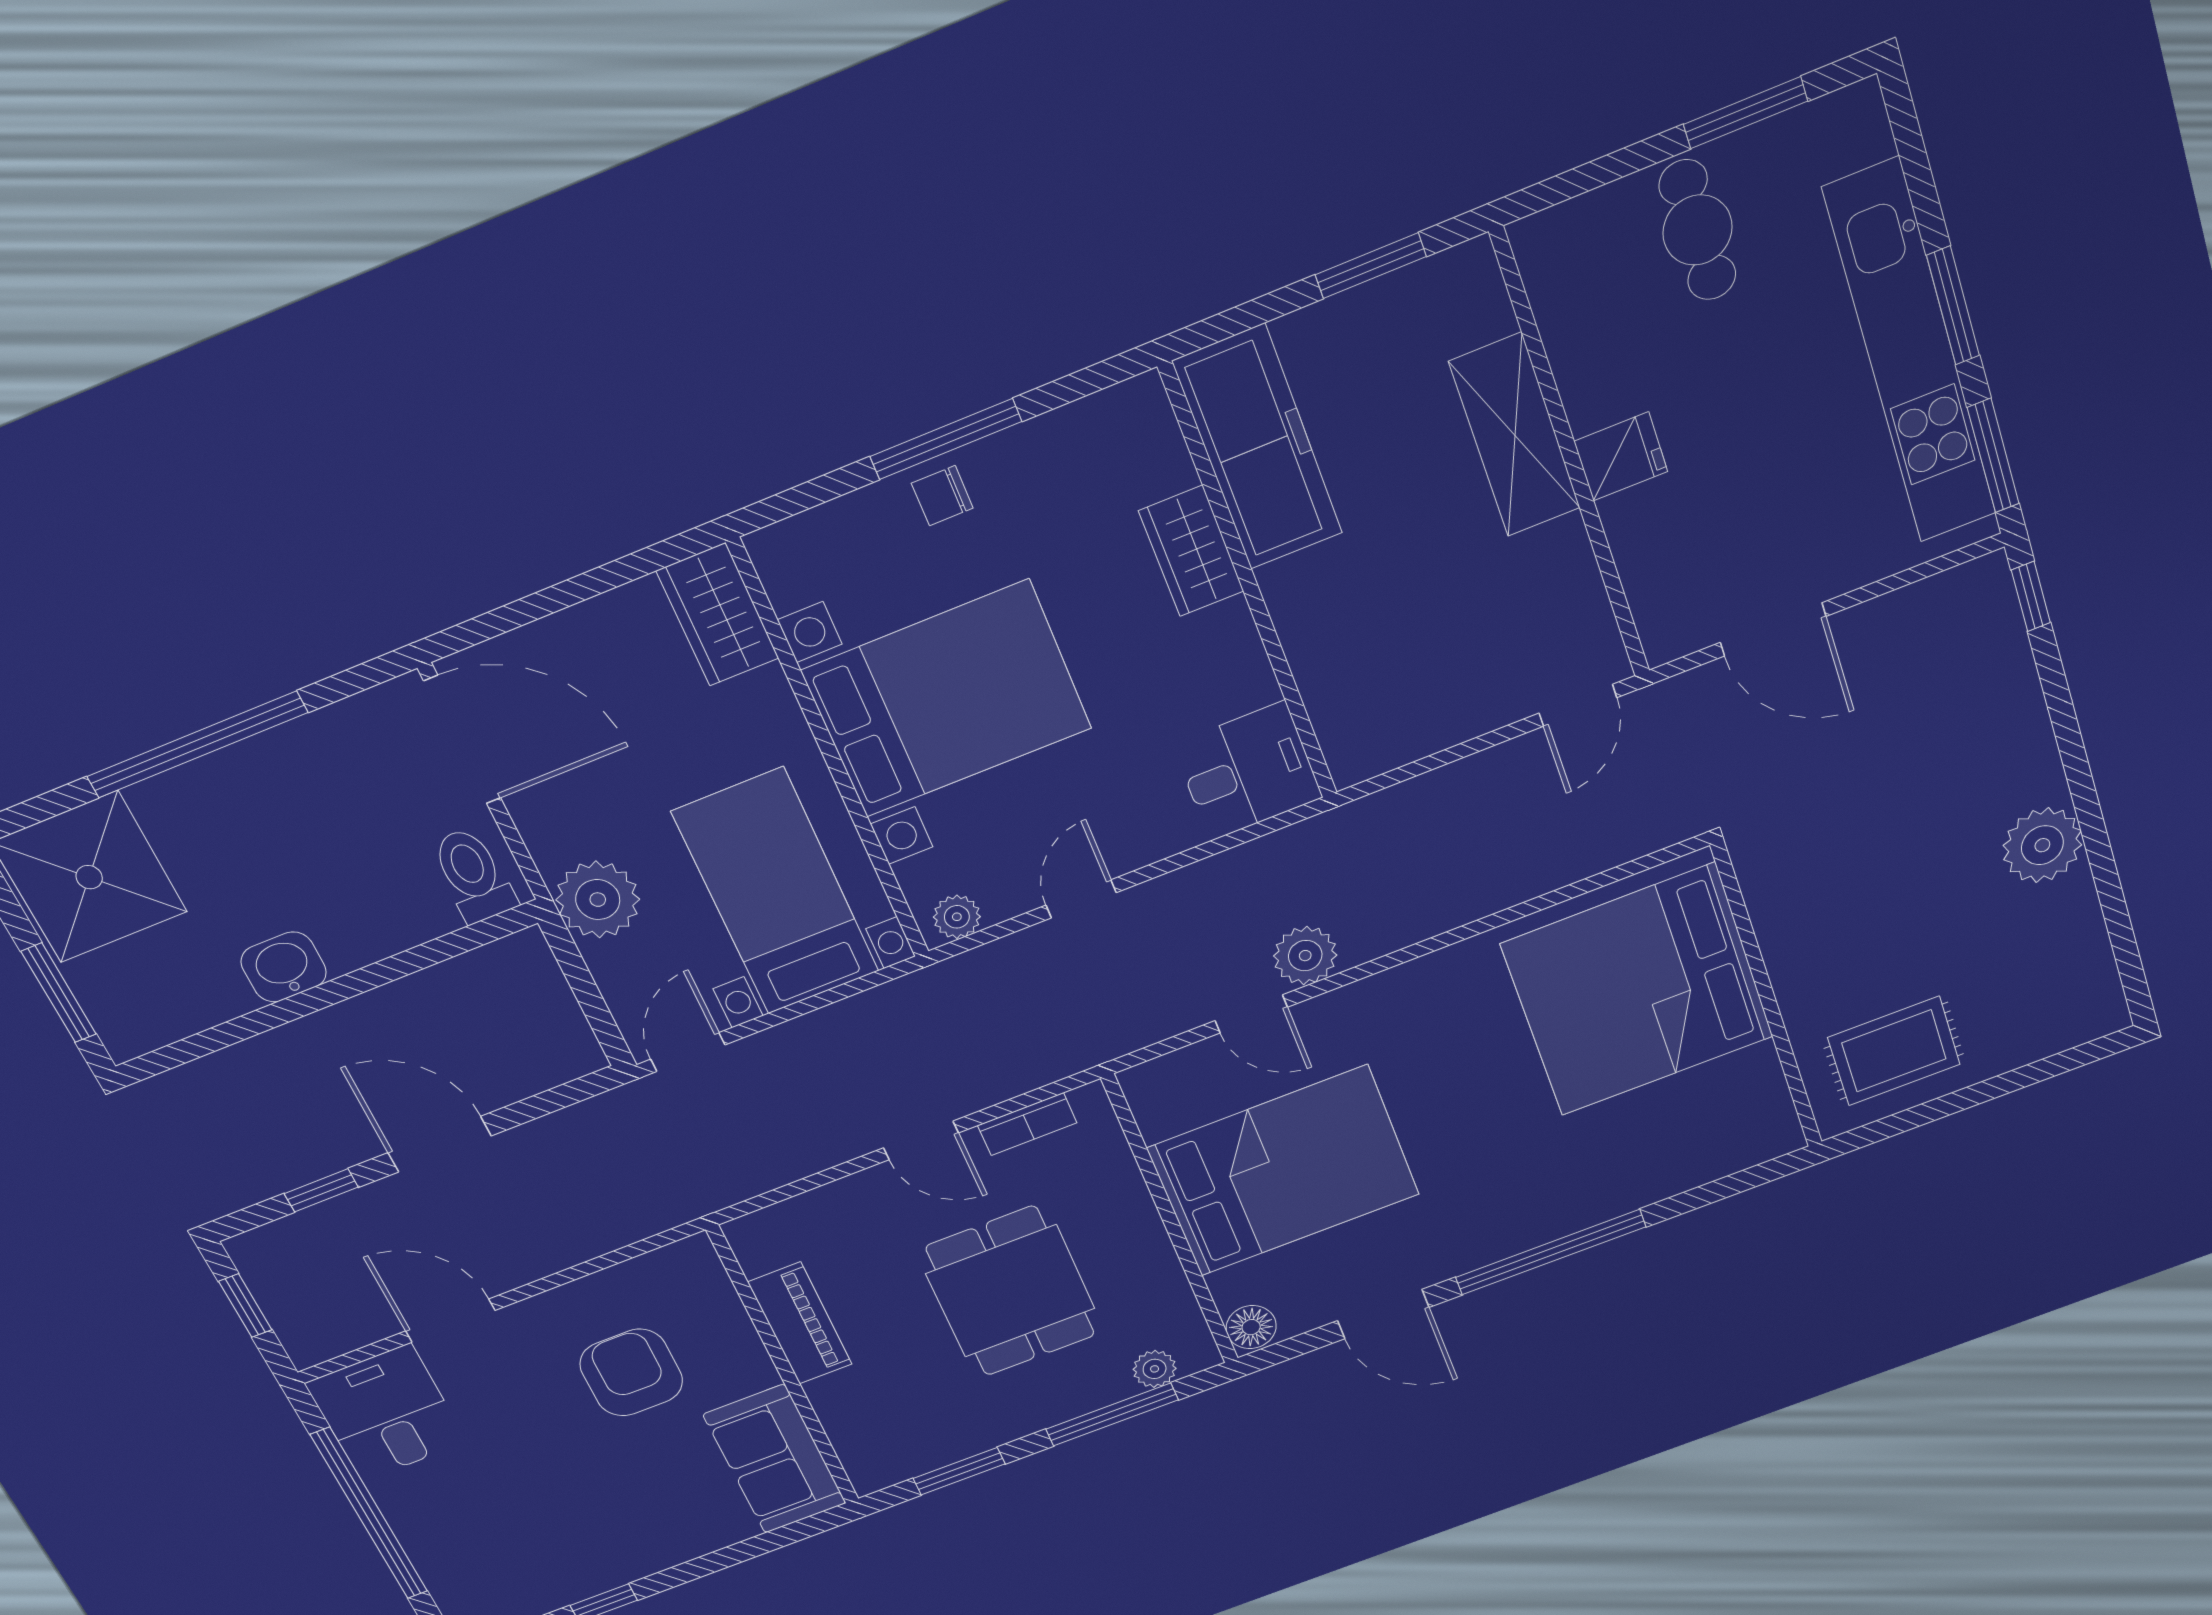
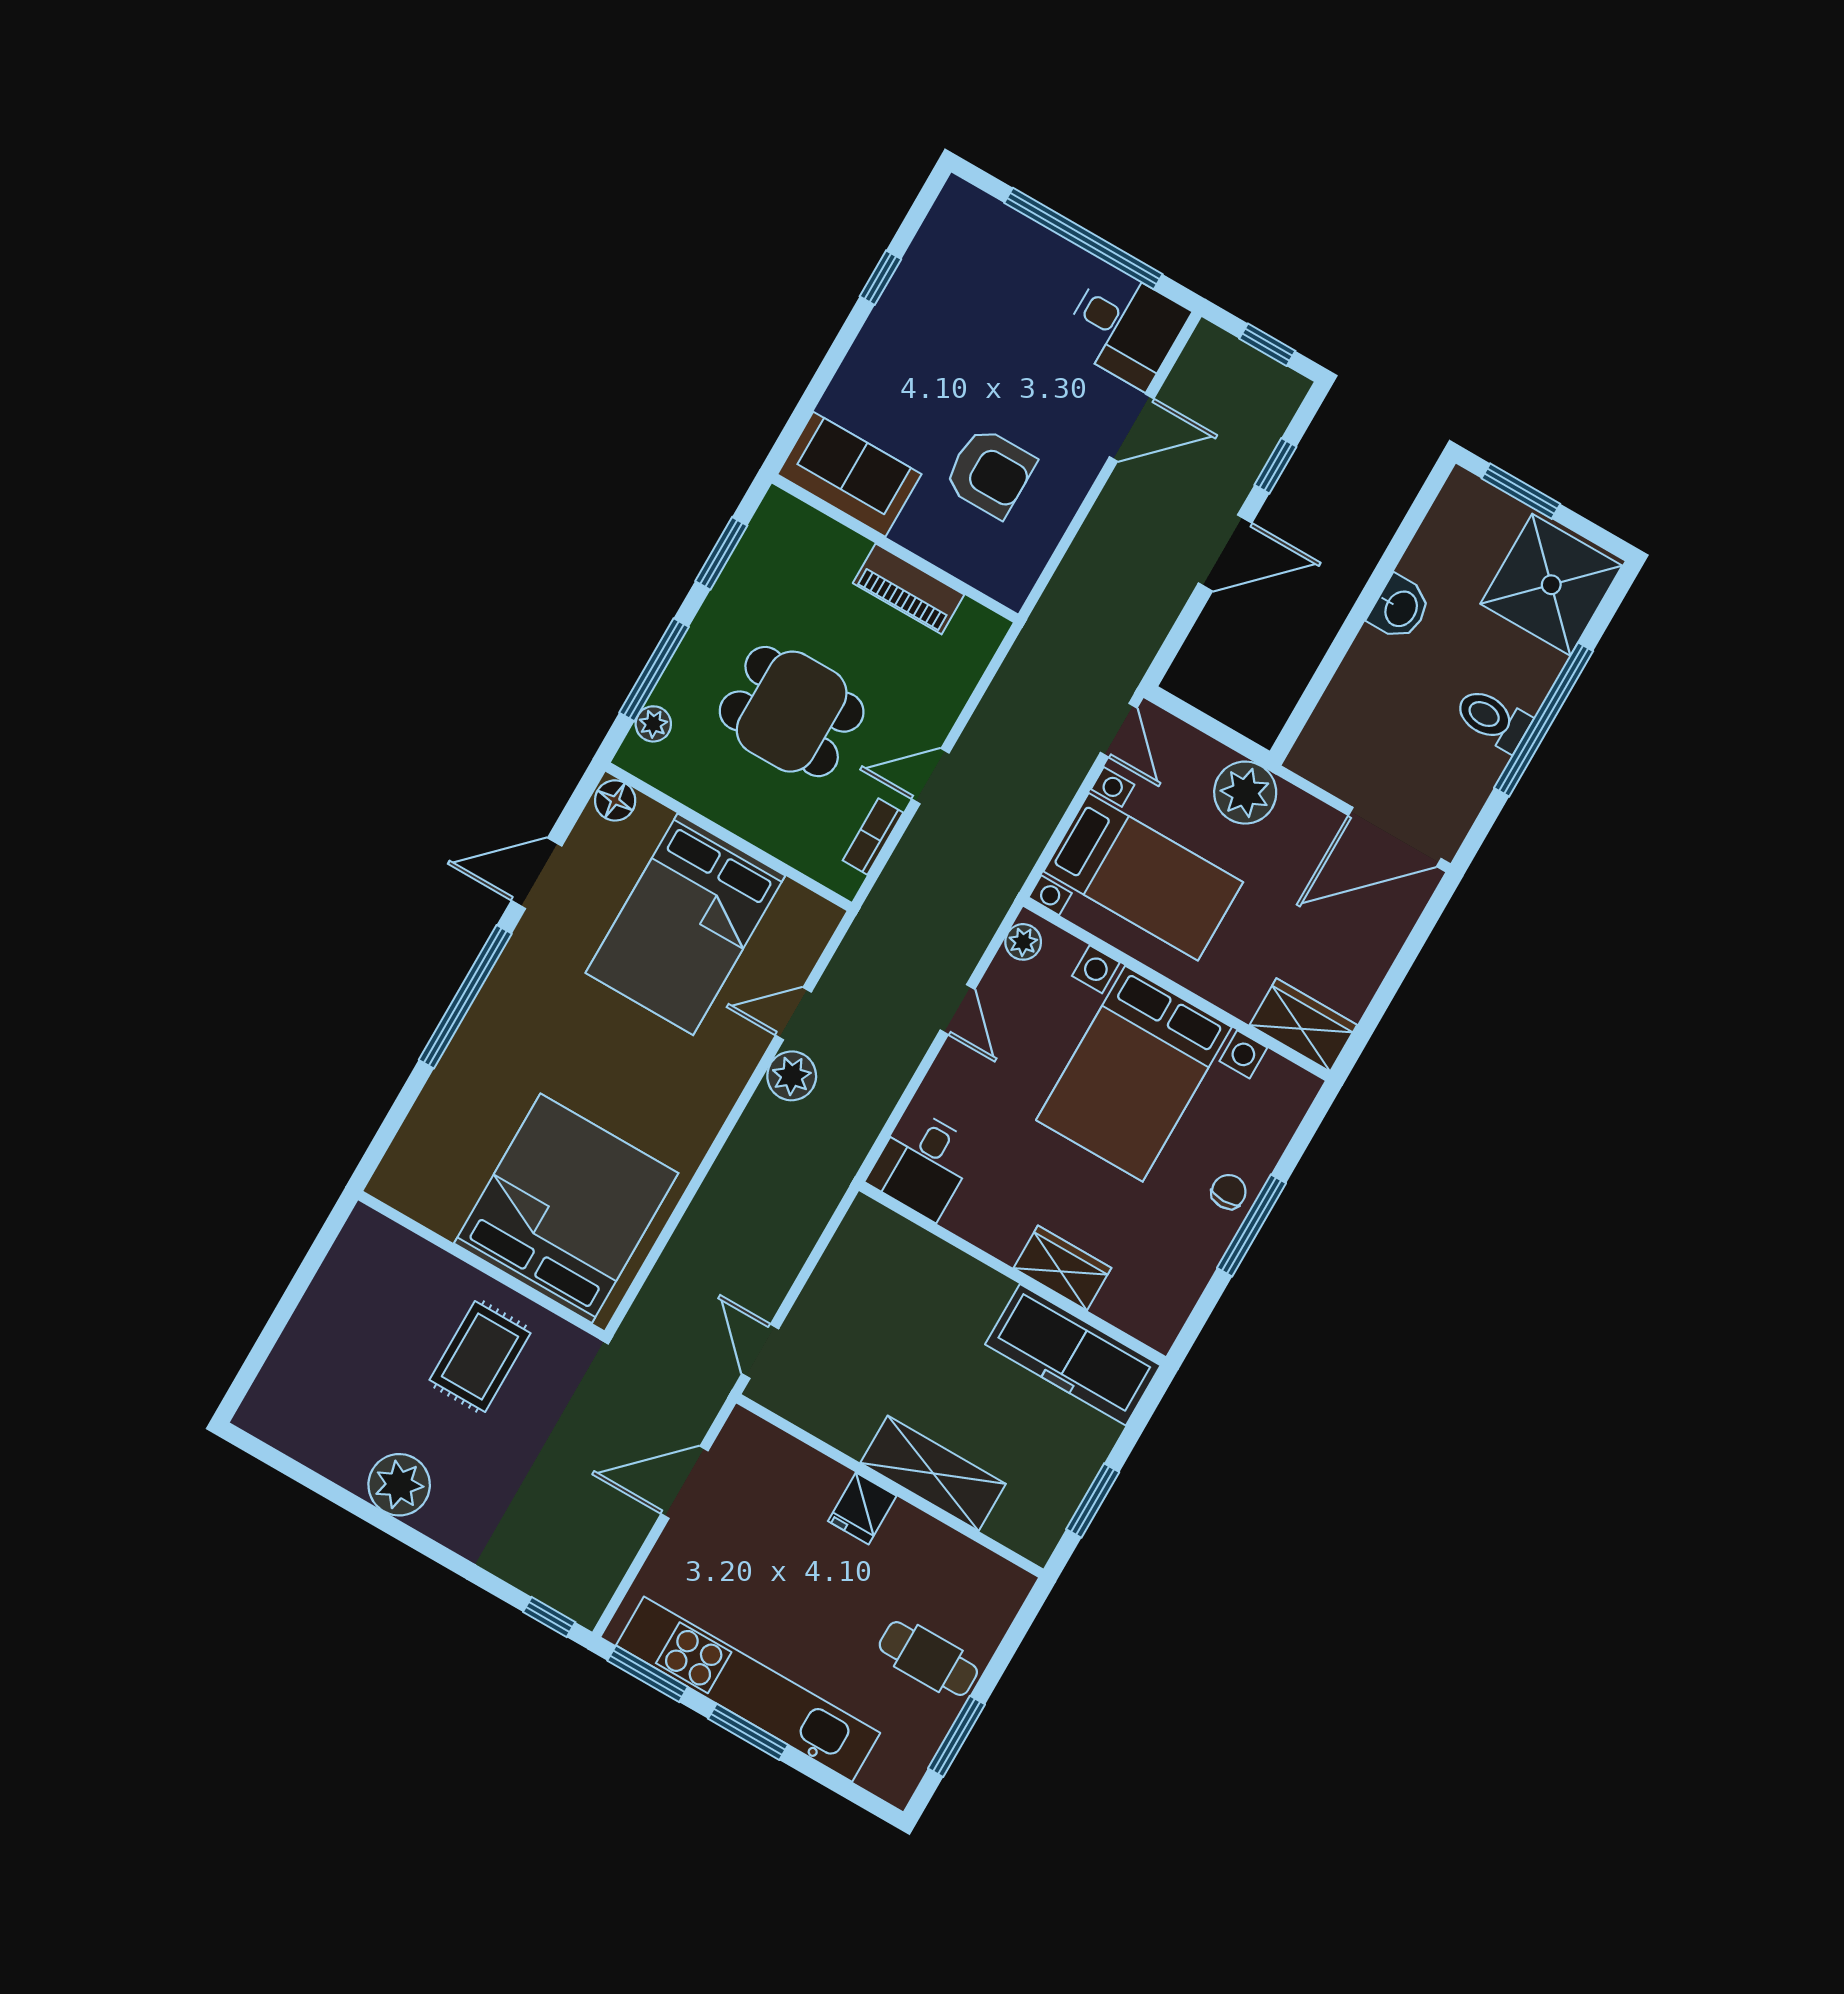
toilet: (473, 875) -> (1493, 719), moved, turned 180
rug: (1894, 1051) -> (480, 1357), moved

